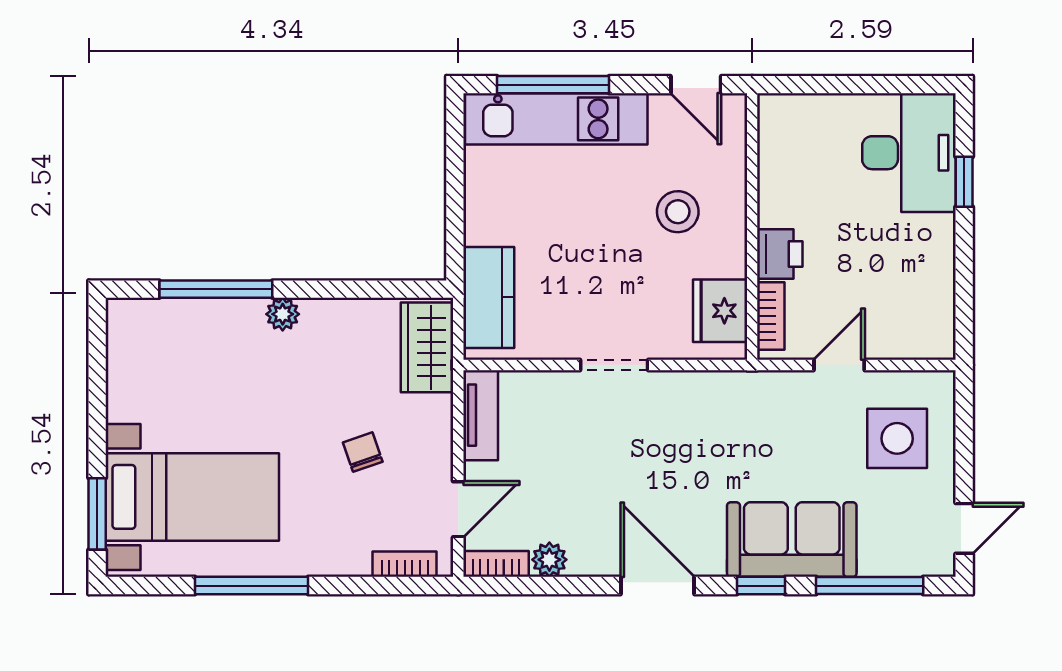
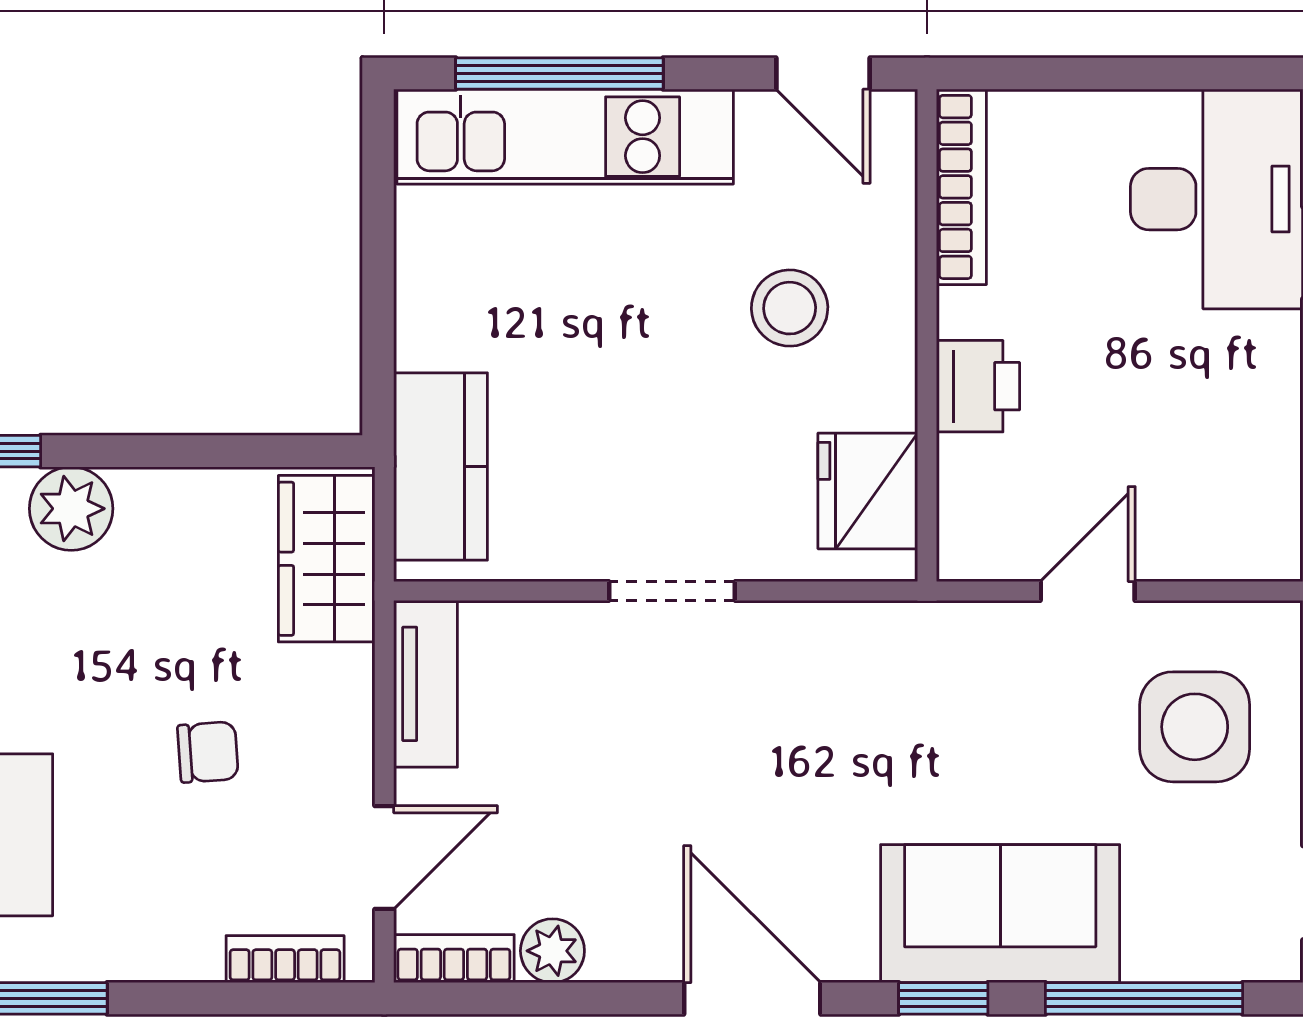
plant: (283, 314) -> (71, 509), width x1.38, depth x1.38
bookcase: (771, 316) -> (961, 187), moved, width x1.56
chair: (363, 452) -> (208, 752), turned 105

